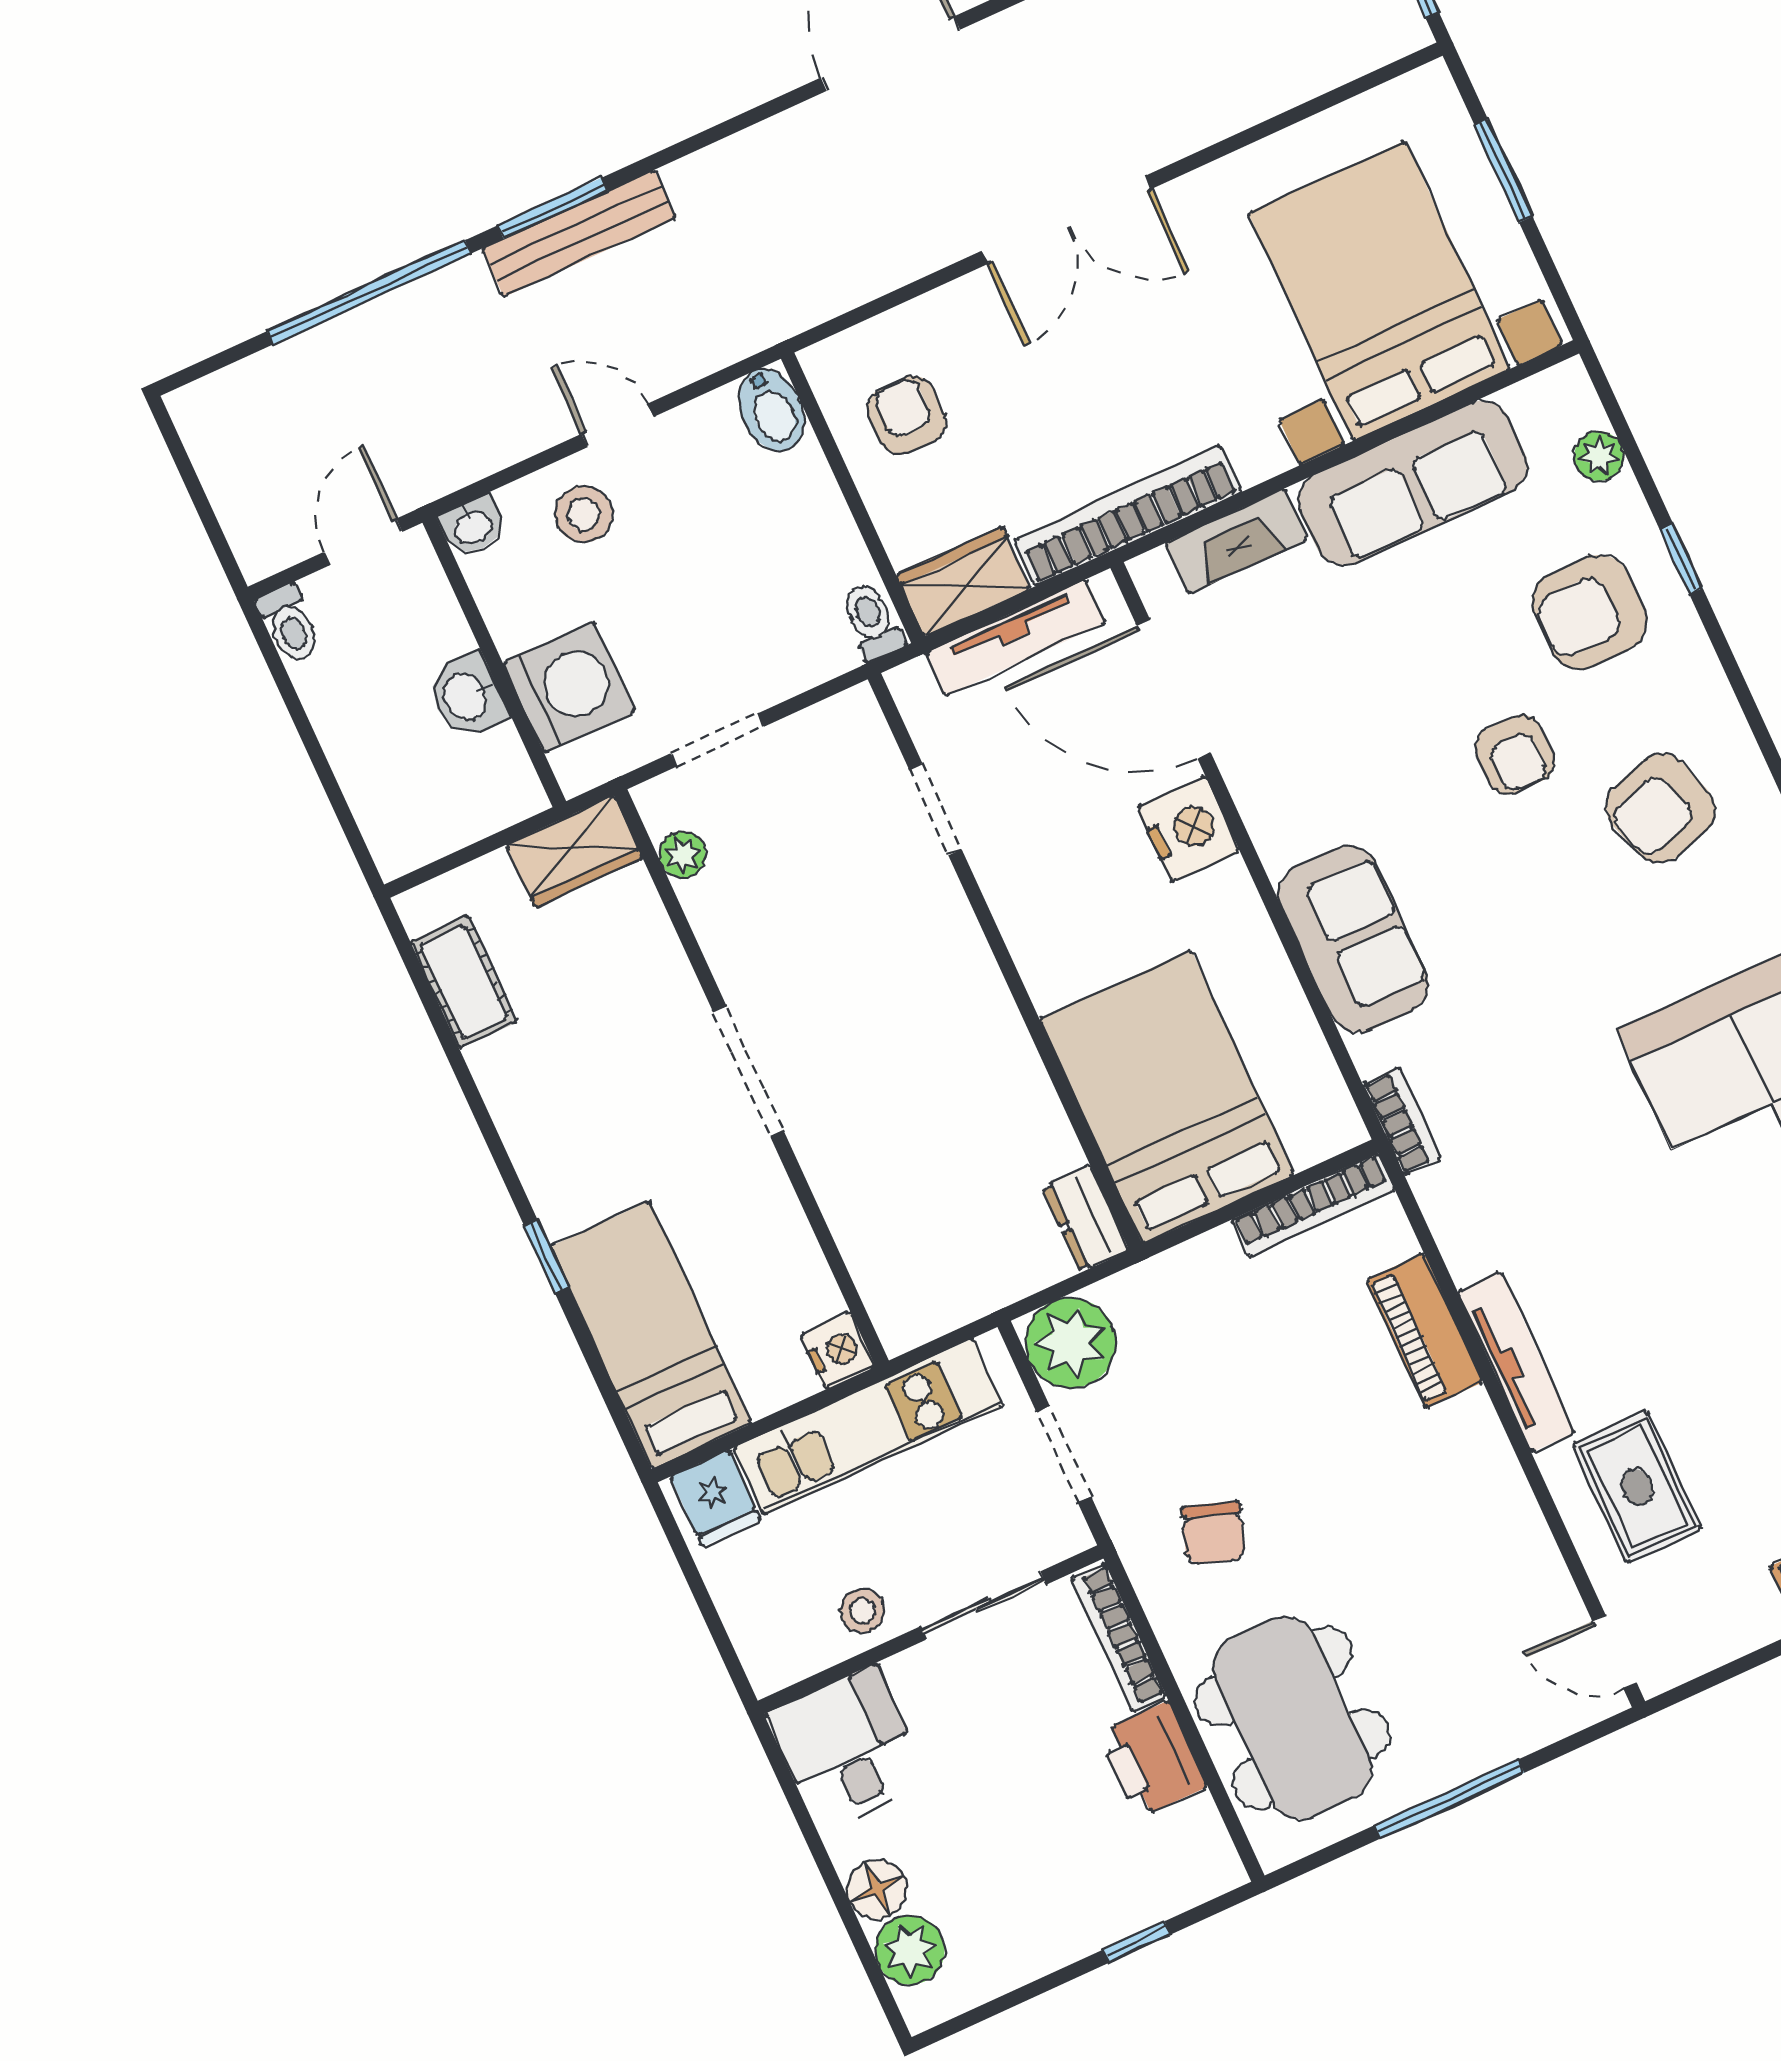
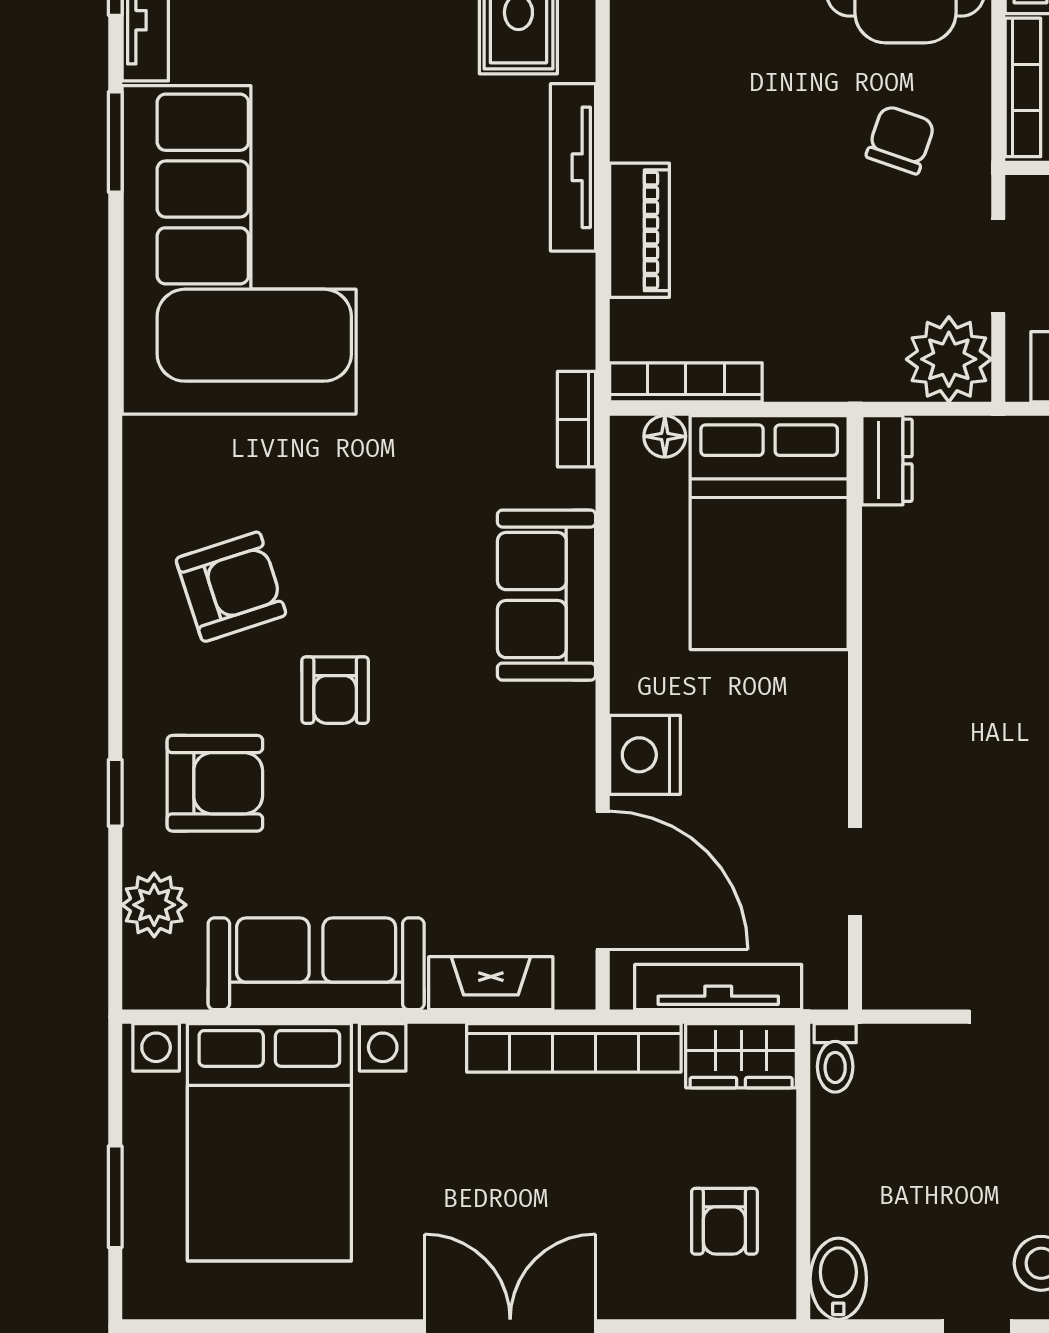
plant: (1599, 456) -> (154, 905), width x1.38, depth x1.38
armchair: (1515, 755) -> (335, 690), turned 180
floor lamp: (1310, 1144) -> (665, 436), added

